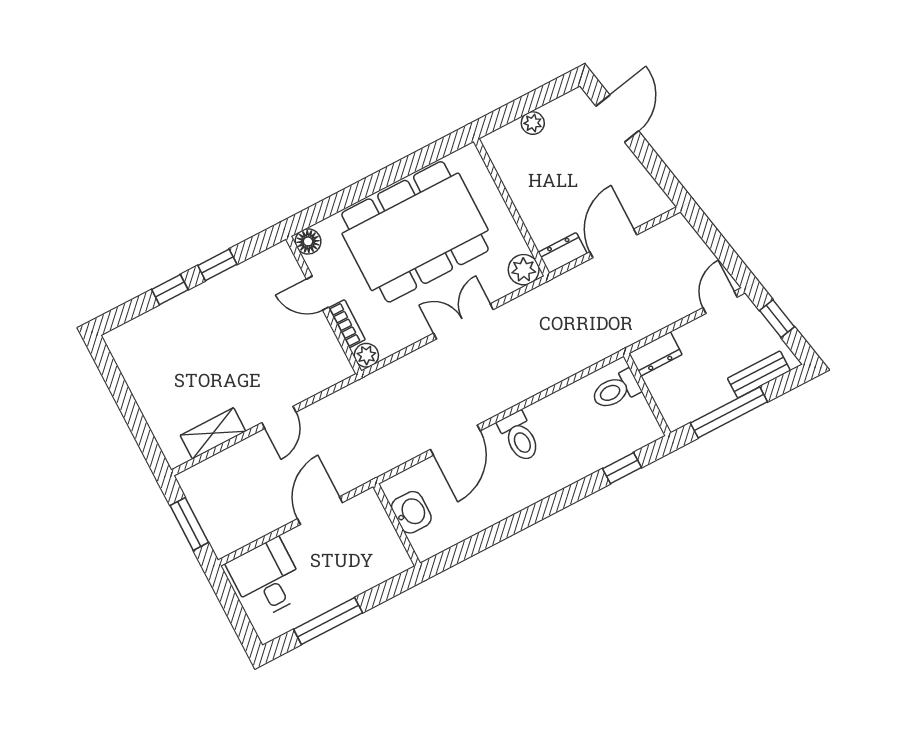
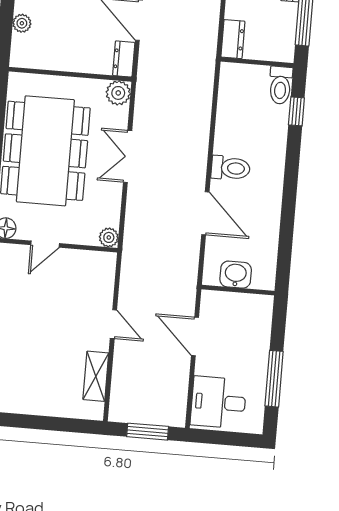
bookcase: (347, 324) -> (79, 237), removed
toilet: (616, 390) -> (280, 85), moved

